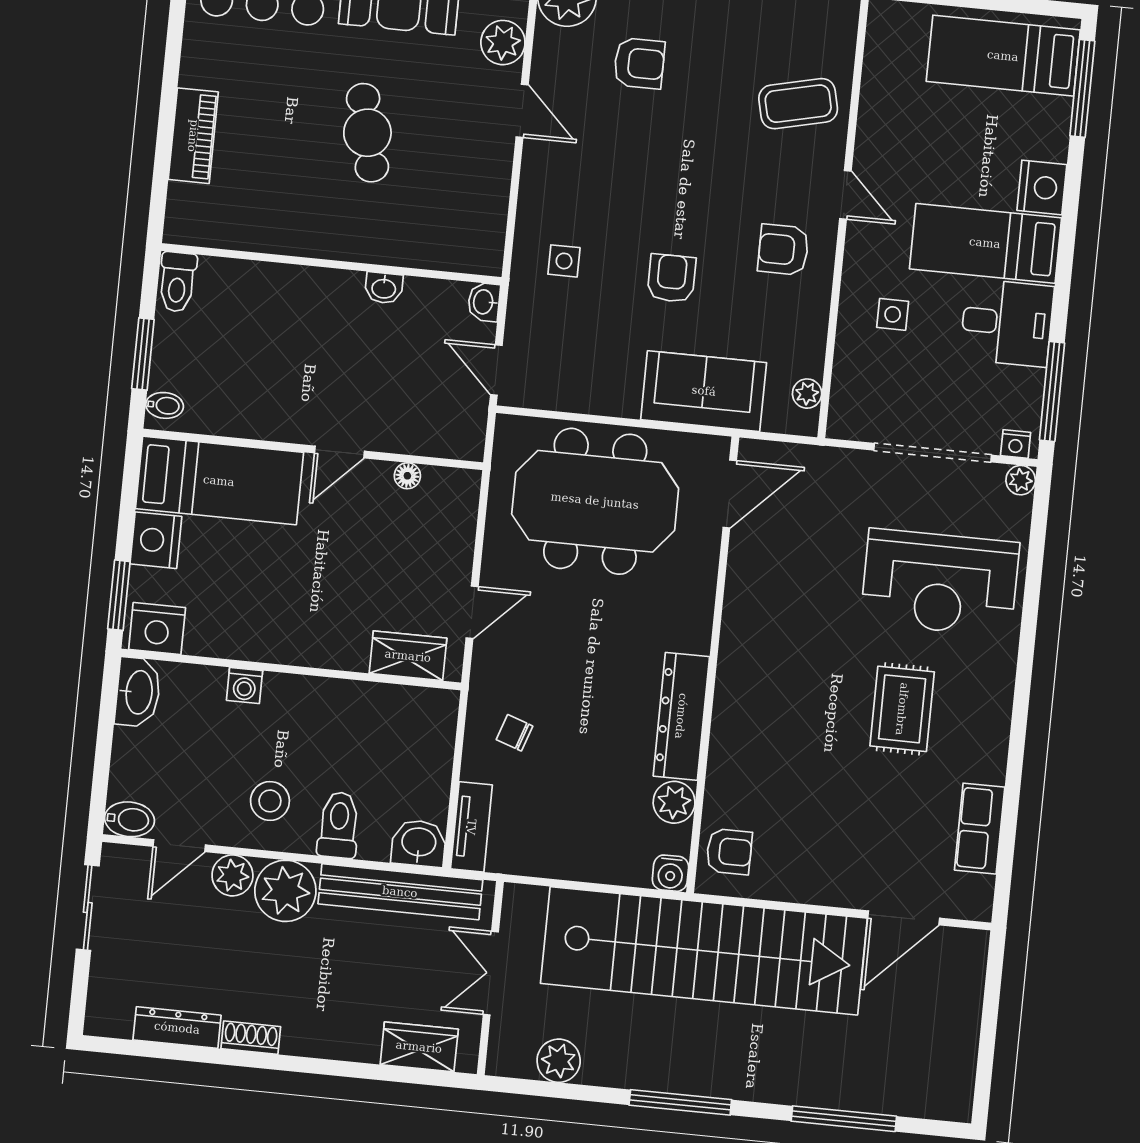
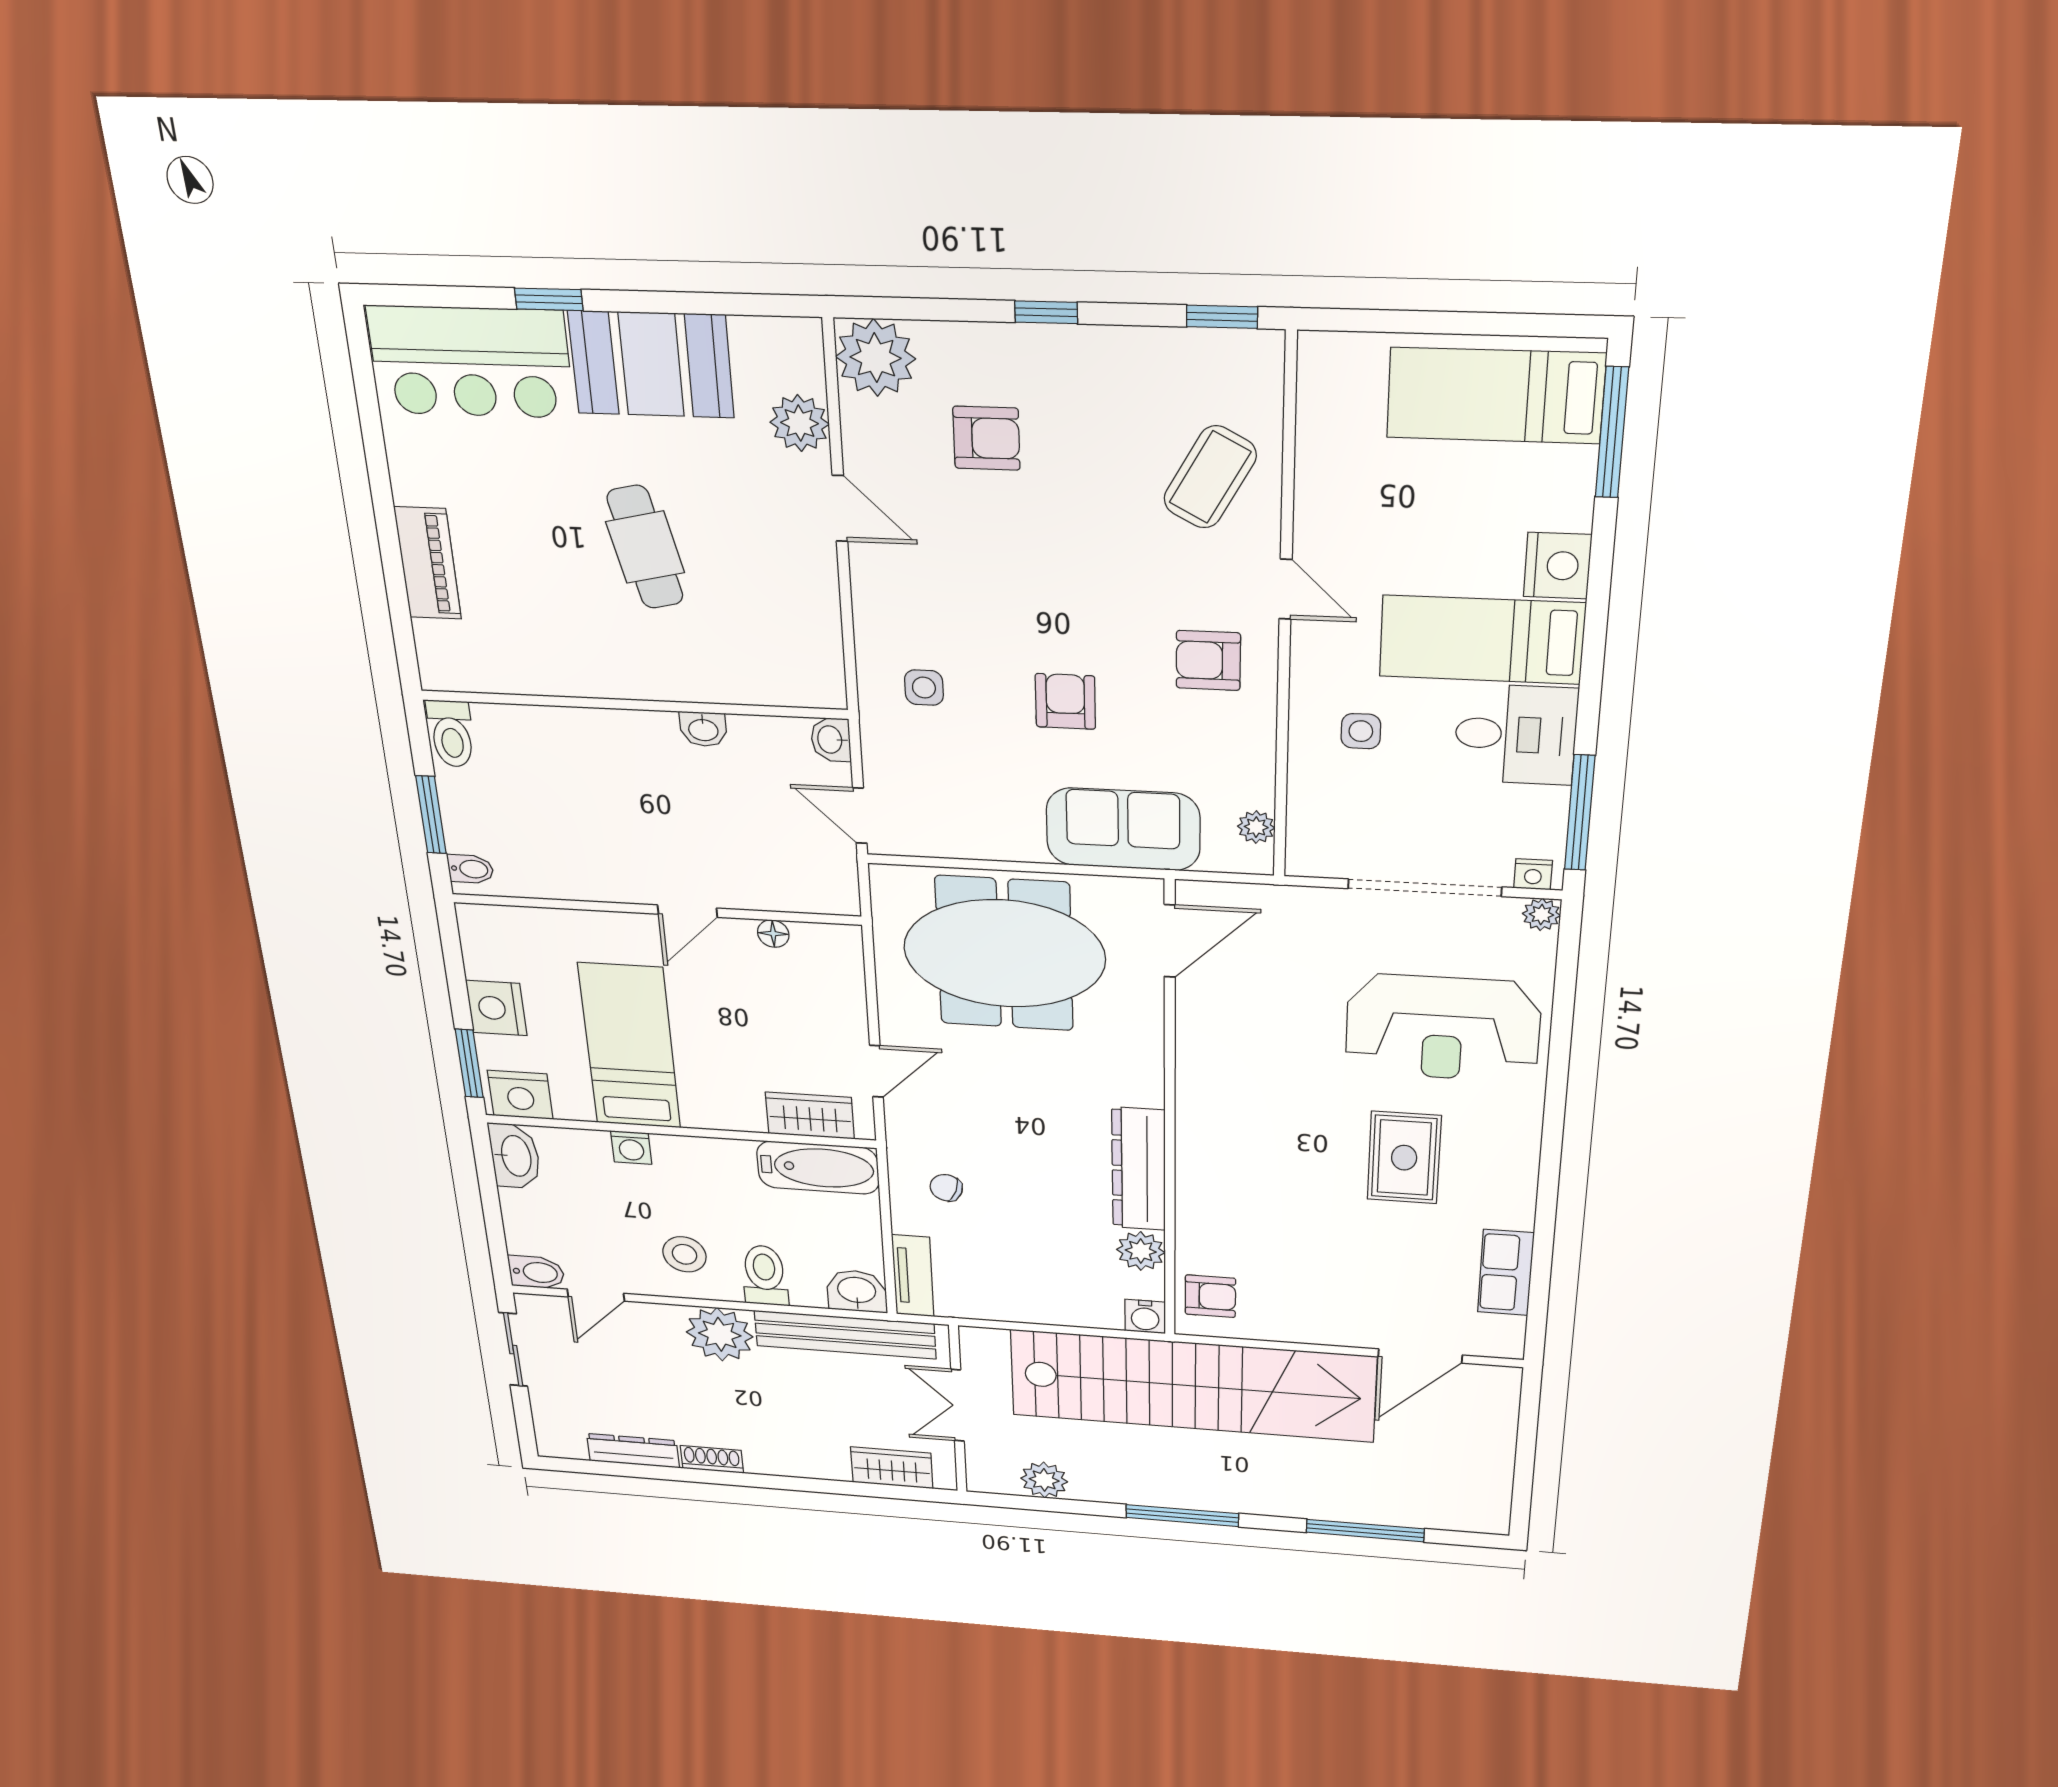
coffee table: (798, 104) -> (1210, 477), turned -48
bed: (219, 481) -> (630, 1046), moved, turned -90
bathtub: (406, 710) -> (818, 1168), added
plant: (232, 875) -> (659, 1321), removed

